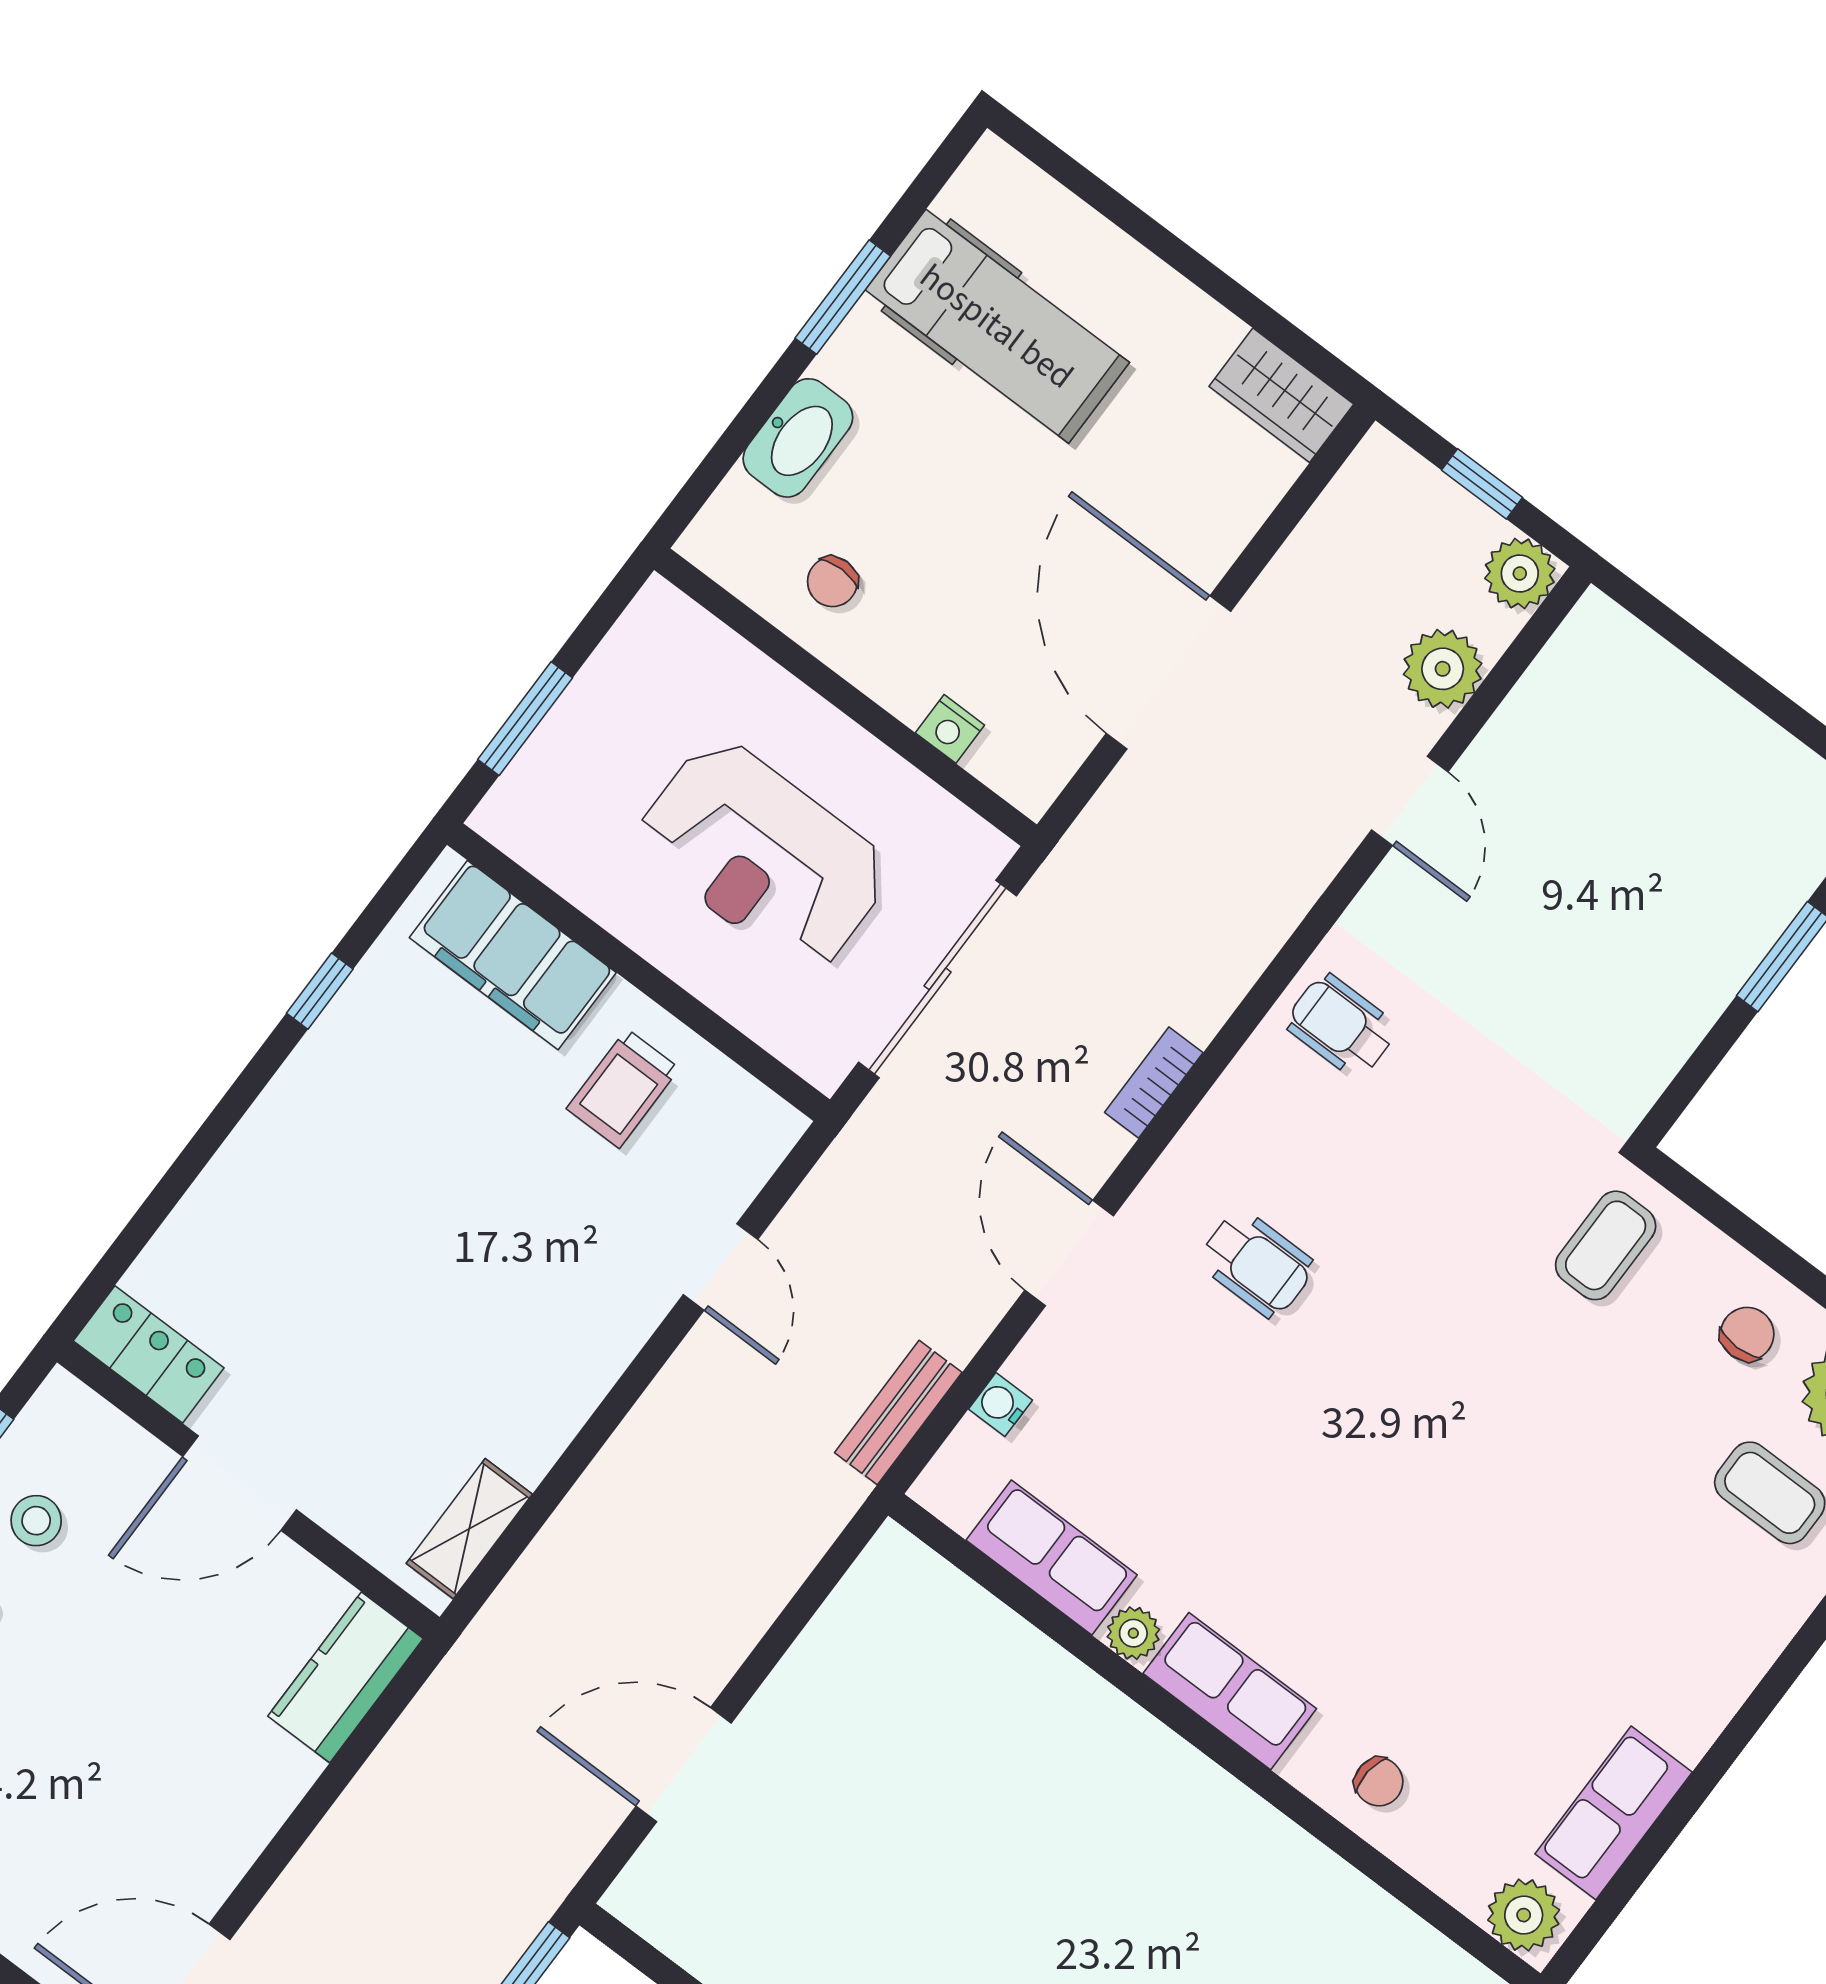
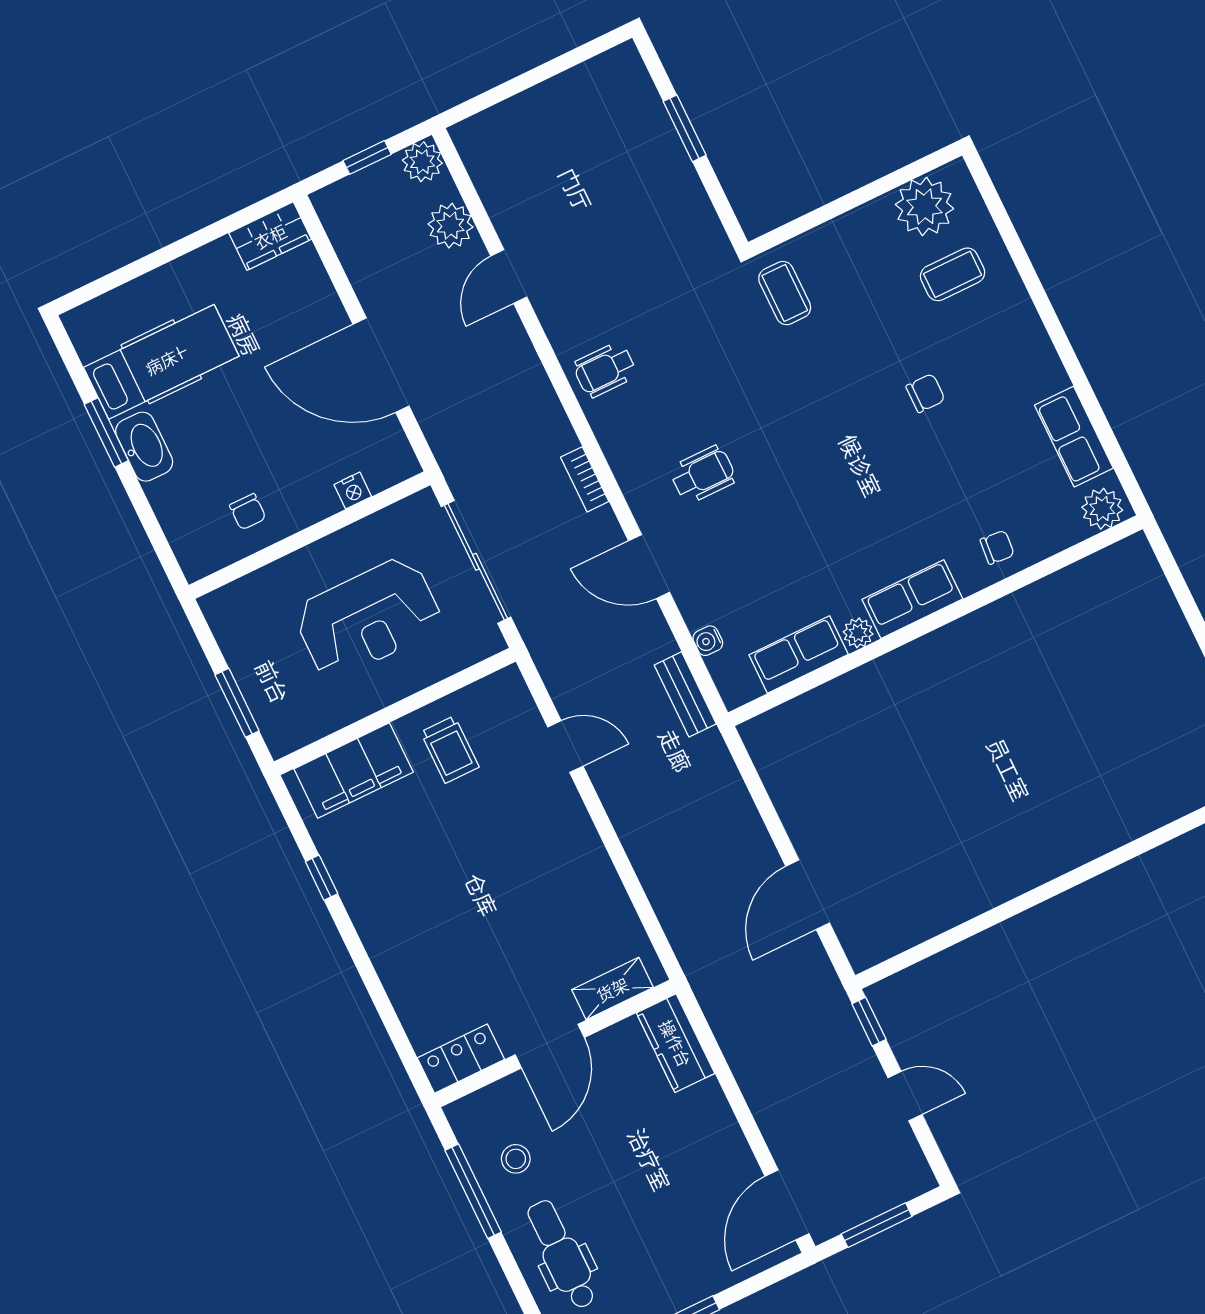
washbasin: (798, 438) -> (144, 447), moved
door: (1410, 801) -> (509, 277), swing flipped
chair: (1747, 1334) -> (925, 393), moved, turned 90
shelving: (469, 1529) -> (612, 989), moved, turned 90

